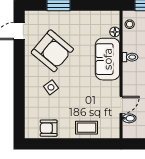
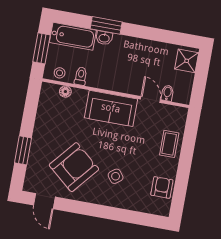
toilet: (130, 57) -> (81, 76), moved
sofa: (108, 59) -> (111, 108), moved
armchair: (49, 128) -> (162, 187), turned 180

